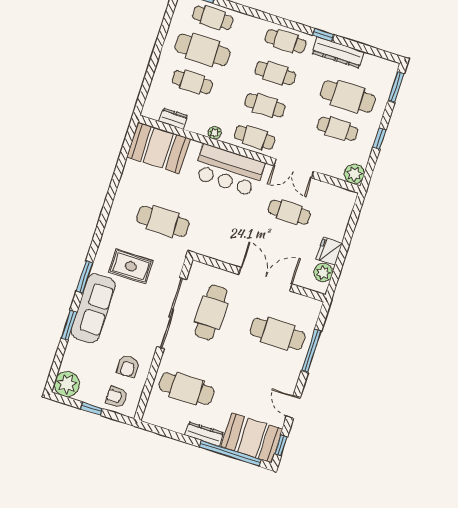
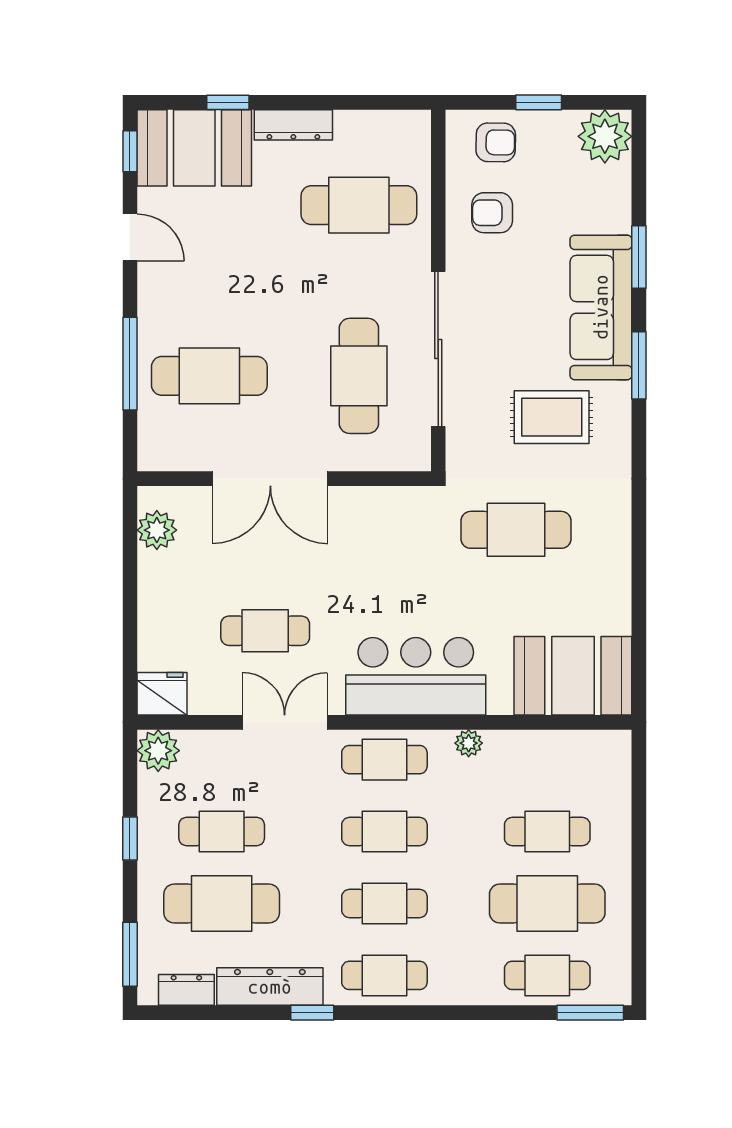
dresser: (173, 119) -> (186, 990), moved, turned 180
fridge: (329, 251) -> (162, 694), moved, turned -90
armchair: (128, 366) -> (492, 213), turned -90
window: (230, 453) -> (228, 102), width x0.32

